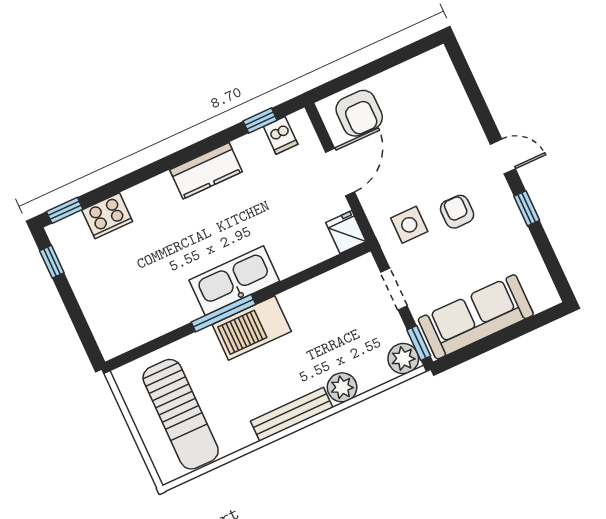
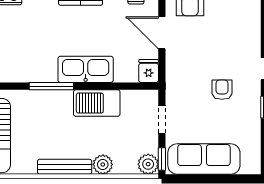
door: (340, 172) -> (162, 33), swing flipped
side table: (409, 225) -> (189, 84), removed
kitchen sink: (234, 281) -> (86, 69), moved
barbecue: (252, 328) -> (97, 103), moved

